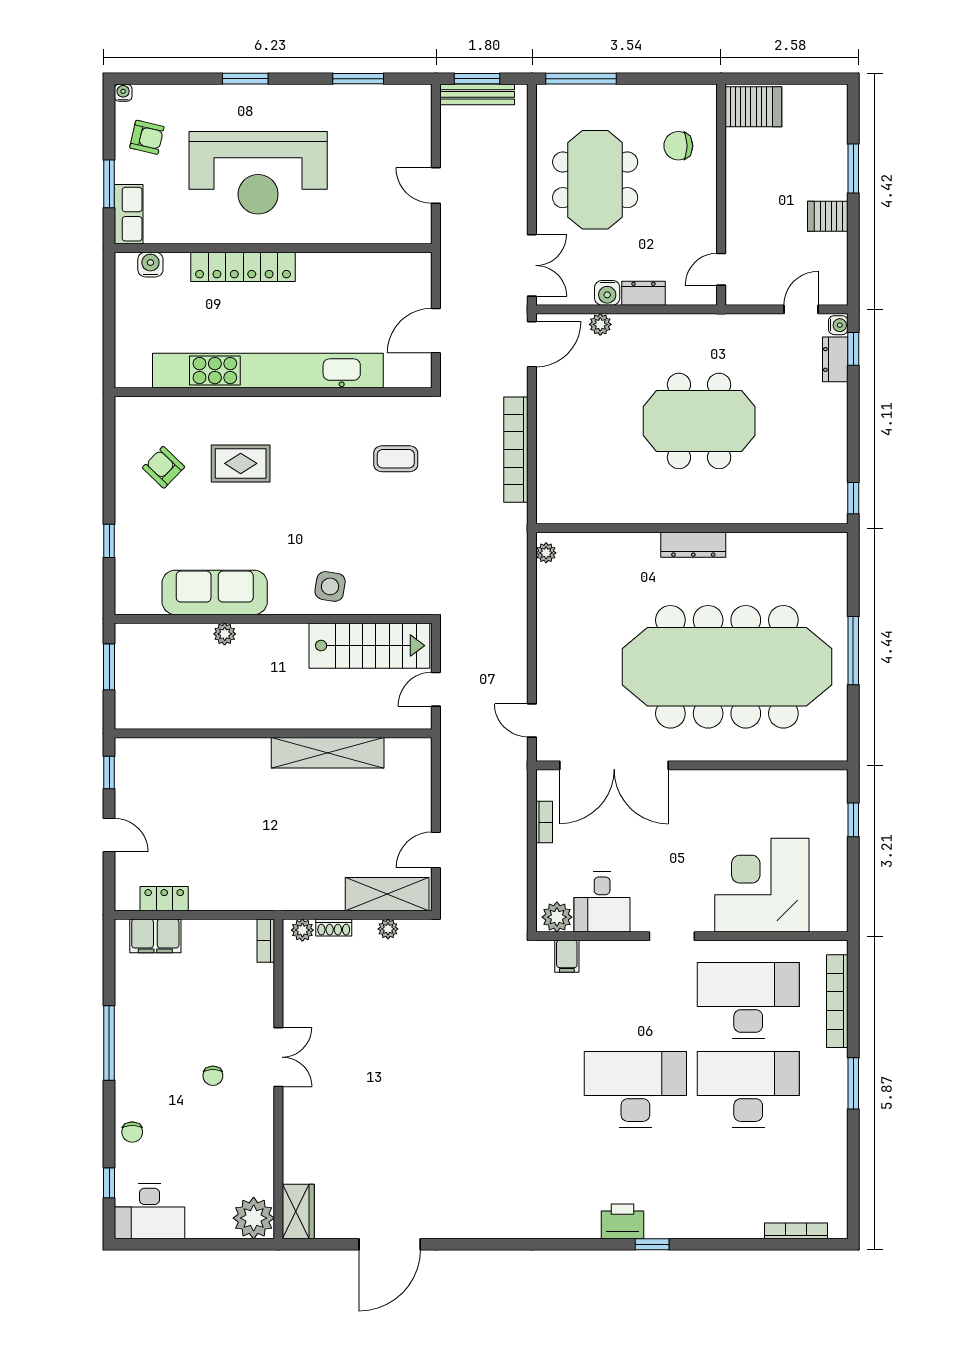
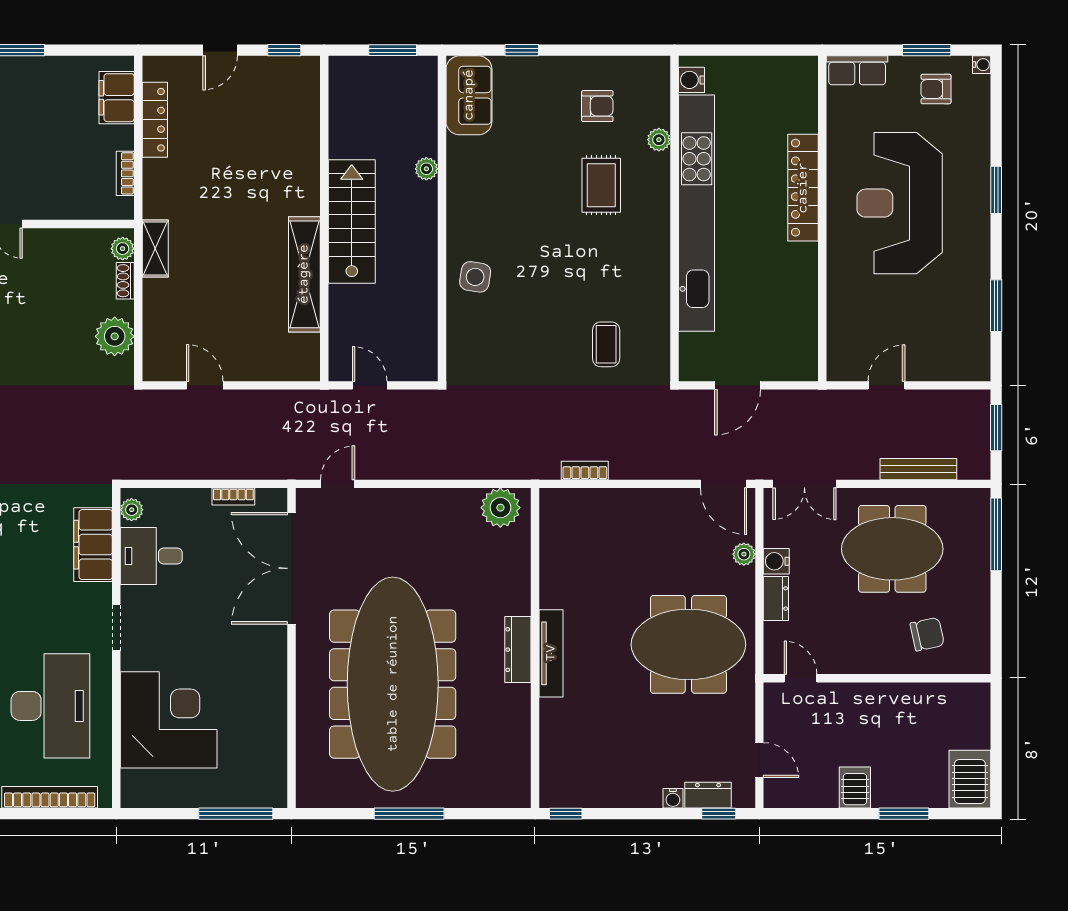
bench: (477, 94) -> (918, 469), moved, turned 90
server rack: (753, 107) -> (970, 779), moved, turned 180
armchair: (147, 137) -> (936, 89), turned 77
chair: (678, 146) -> (927, 634), turned 78
window: (109, 184) -> (927, 50), moved
water cooler: (150, 265) -> (691, 80), moved, turned 180
water cooler: (838, 325) -> (673, 798), moved
door: (436, 331) -> (738, 385), swing flipped
plant: (196, 407) -> (659, 140), added
meeting table: (699, 421) -> (688, 644), moved, turned 90
bookcase: (516, 450) -> (585, 470), width x0.43, depth x0.76
armchair: (164, 467) -> (597, 106), turned 46
tv unit: (697, 513) -> (551, 653), added
plant: (546, 553) -> (500, 508), width x1.87, depth x1.87
sofa: (215, 592) -> (469, 95), moved, width x0.73
stairs: (369, 646) -> (352, 222), moved, turned 180
window: (853, 820) -> (236, 814), width x2.17
shelving: (387, 894) -> (155, 249), moved, width x0.67, depth x0.75
locker: (164, 899) -> (155, 120), width x1.53
plant: (557, 917) -> (132, 510), width x0.73, depth x0.73
plant: (388, 929) -> (115, 336), width x1.88, depth x1.88
bookcase: (266, 941) -> (125, 173), moved, turned -90
filing cabinet: (567, 956) -> (93, 545), width x3.00, depth x1.17

